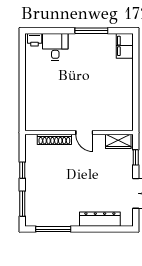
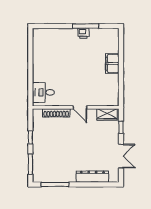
printer: (35, 40) -> (83, 33), moved
filing cabinet: (125, 46) -> (112, 64), moved
desk: (55, 47) -> (43, 92), moved, turned -90

